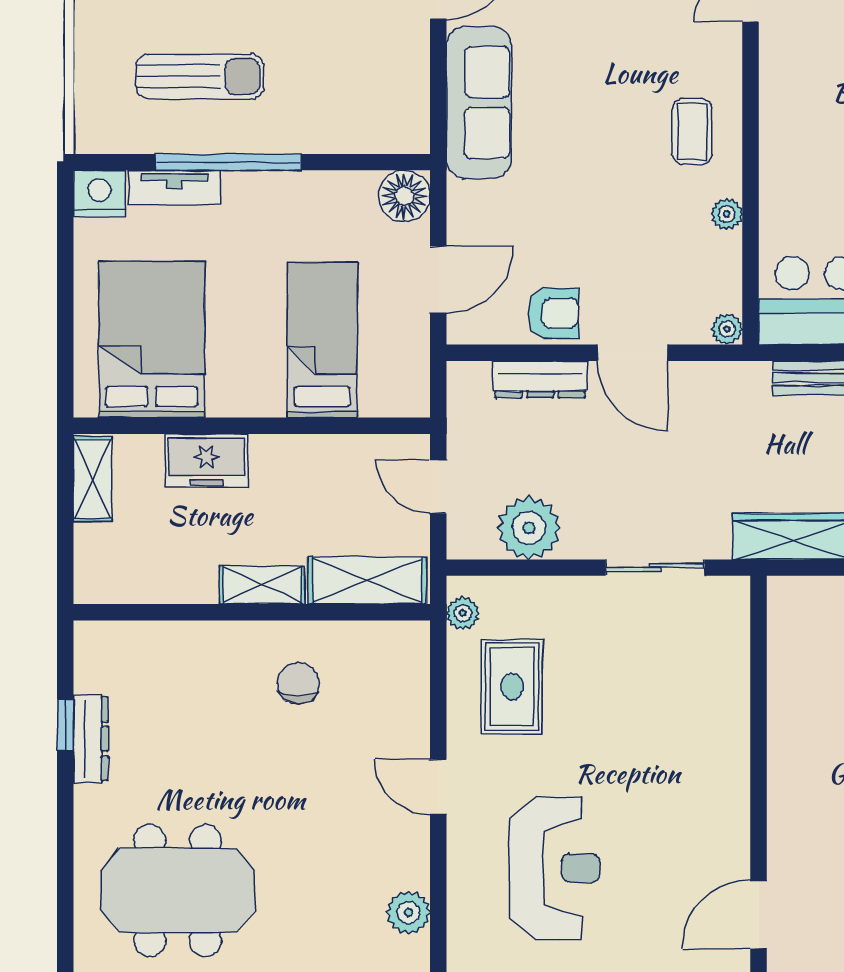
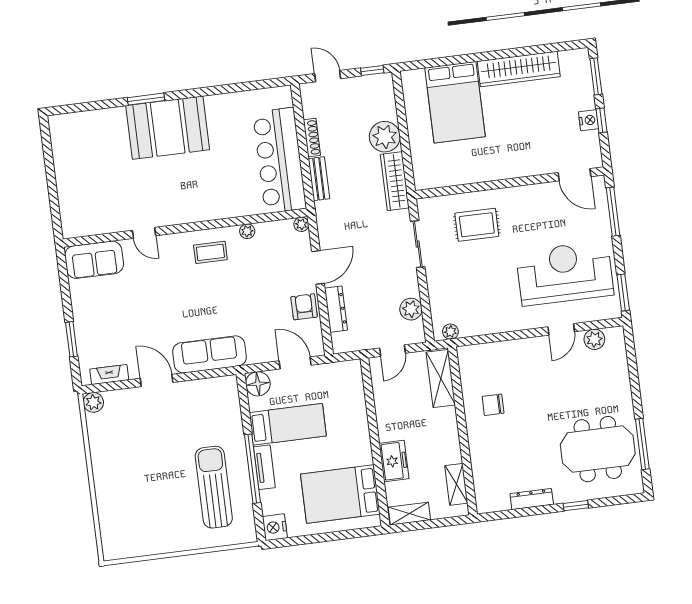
sun lounger: (200, 76) -> (214, 487), width x1.36, depth x1.34
tv unit: (174, 188) -> (264, 467), moved
bed: (322, 340) -> (288, 424), moved, turned 180
plant: (529, 528) -> (411, 309), width x0.73, depth x0.73
shelving: (262, 585) -> (456, 484), moved
rug: (512, 687) -> (477, 225), moved
window: (65, 725) -> (576, 506), moved
door: (438, 787) -> (561, 329), moved
reception desk: (555, 868) -> (565, 273), width x1.36, depth x1.30
meeting table: (178, 890) -> (598, 449), turned 90

